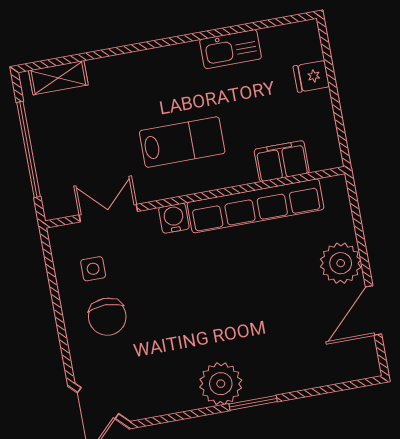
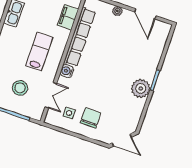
stool: (89, 144) -> (20, 88), added
double door: (108, 213) -> (51, 95), swing flipped
plant: (341, 263) -> (117, 11), width x0.53, depth x0.53
chair: (107, 317) -> (91, 118), turned -90

